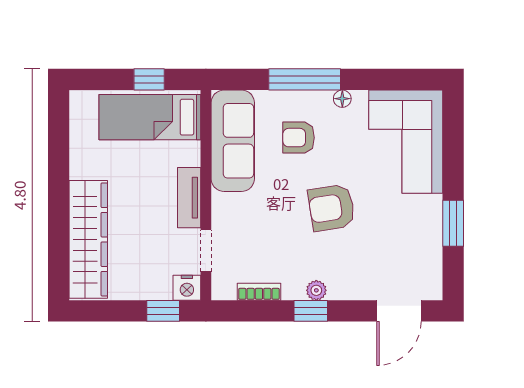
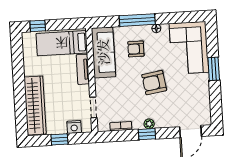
window: (149, 79) -> (38, 26), moved
tv unit: (189, 198) -> (83, 69), moved
window: (453, 223) -> (214, 69), moved
nightstand: (187, 288) -> (74, 127), moved
window: (163, 311) -> (59, 139), moved

